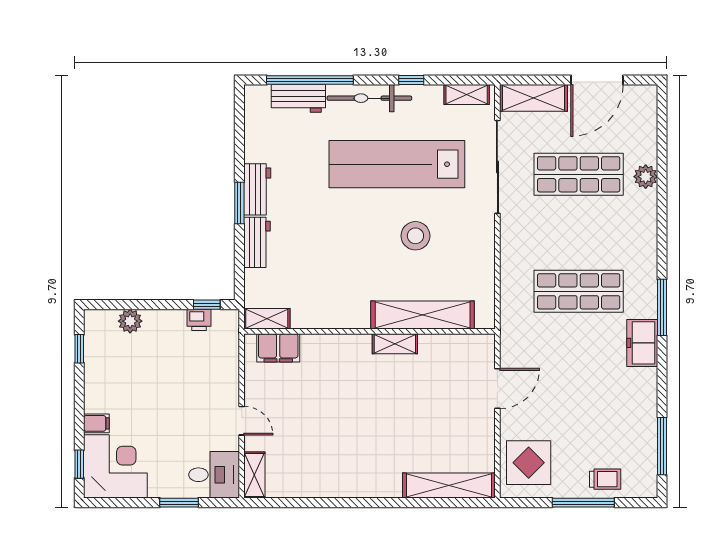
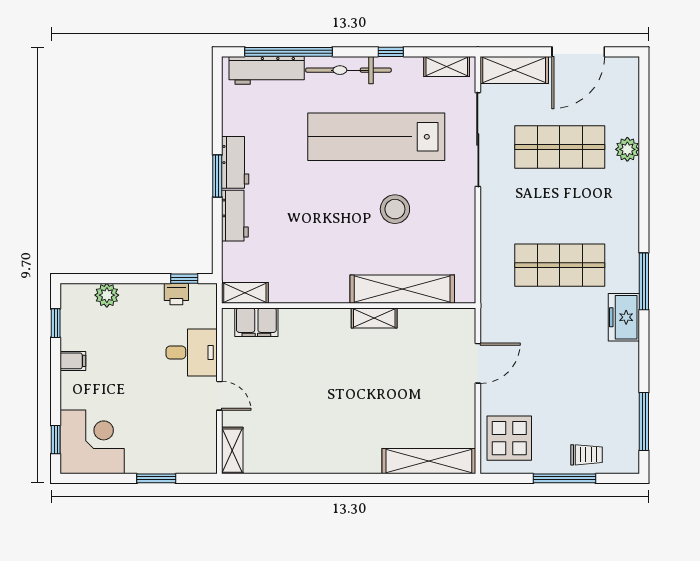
workbench: (298, 98) -> (267, 70), width x1.37
filing cabinet: (96, 423) -> (73, 361), moved
desk: (214, 475) -> (192, 352), moved

